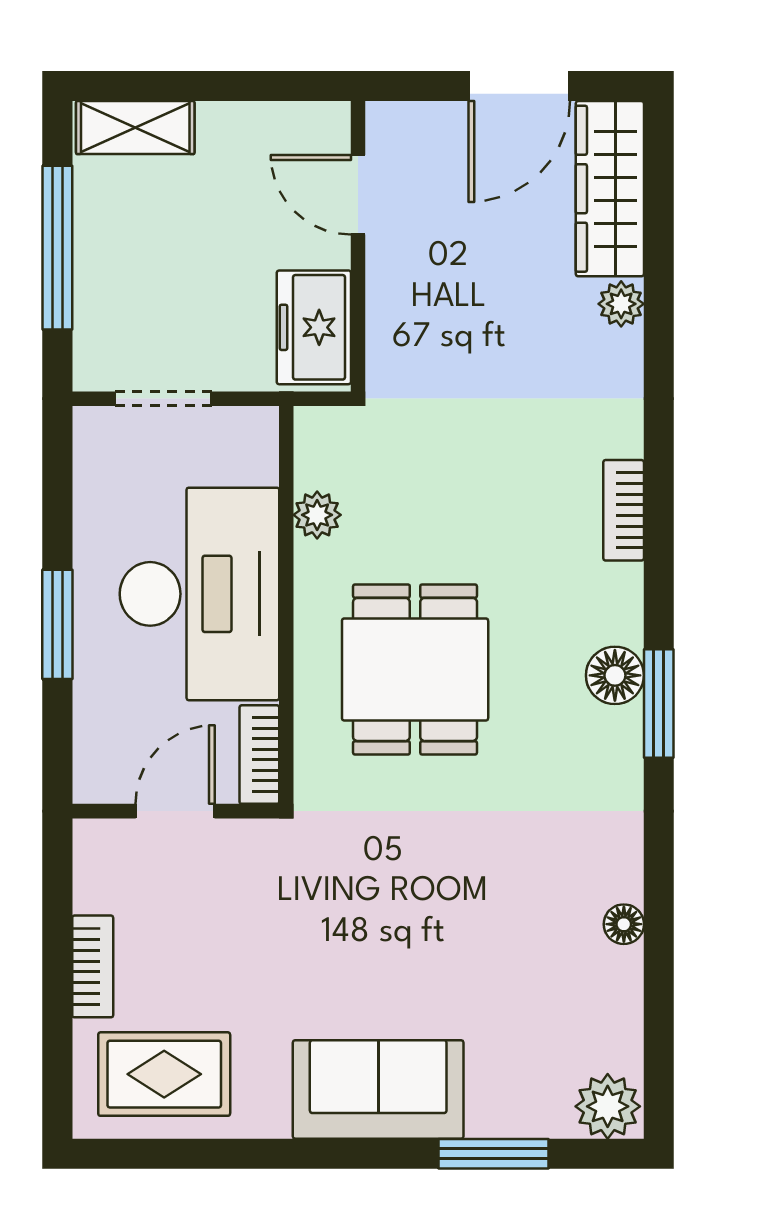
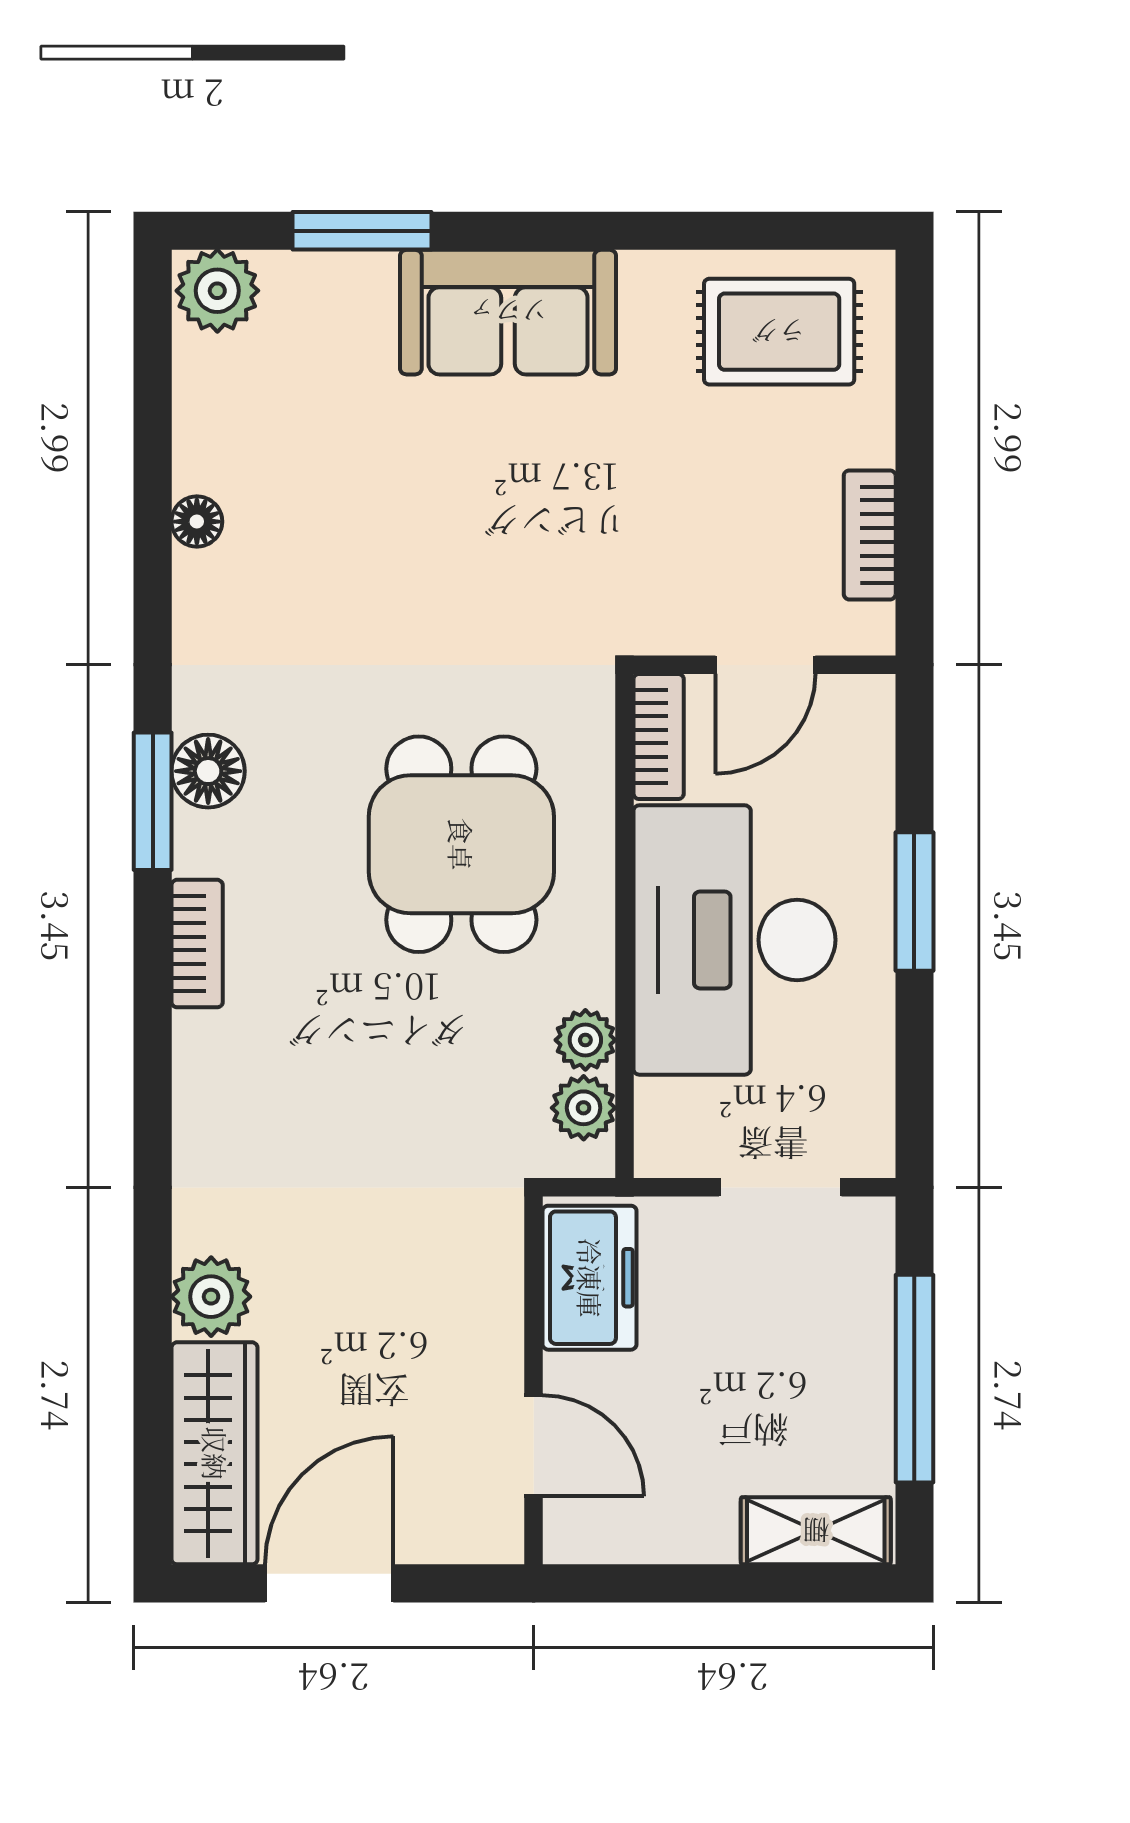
plant: (621, 304) -> (211, 1297), width x1.38, depth x1.38
plant: (319, 461) -> (584, 1108), added
bookcase: (624, 510) -> (197, 944), moved
floor lamp: (615, 675) -> (208, 771), moved
bookcase: (93, 966) -> (870, 535), moved

